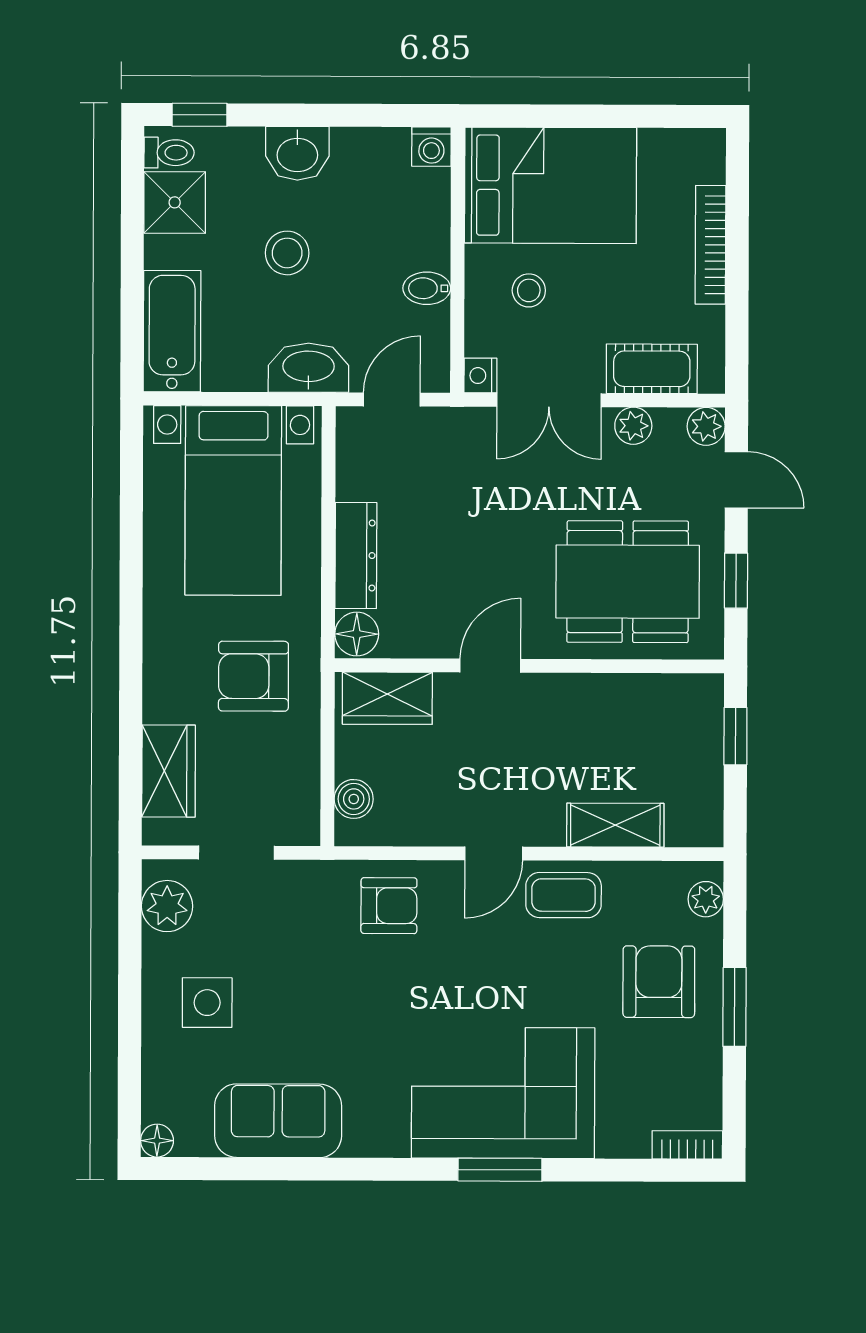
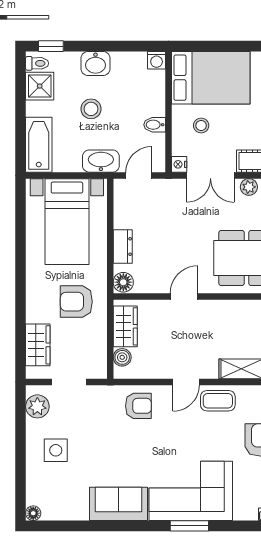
dresser: (356, 555) -> (123, 246), width x0.70
wardrobe: (387, 698) -> (125, 326), moved, turned -90
sofa: (278, 1121) -> (118, 504), moved

